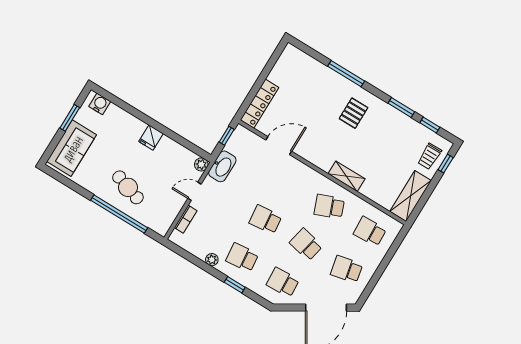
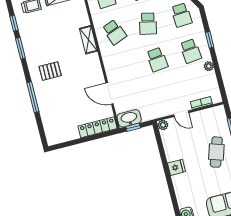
washbasin: (222, 166) -> (129, 118), moved

